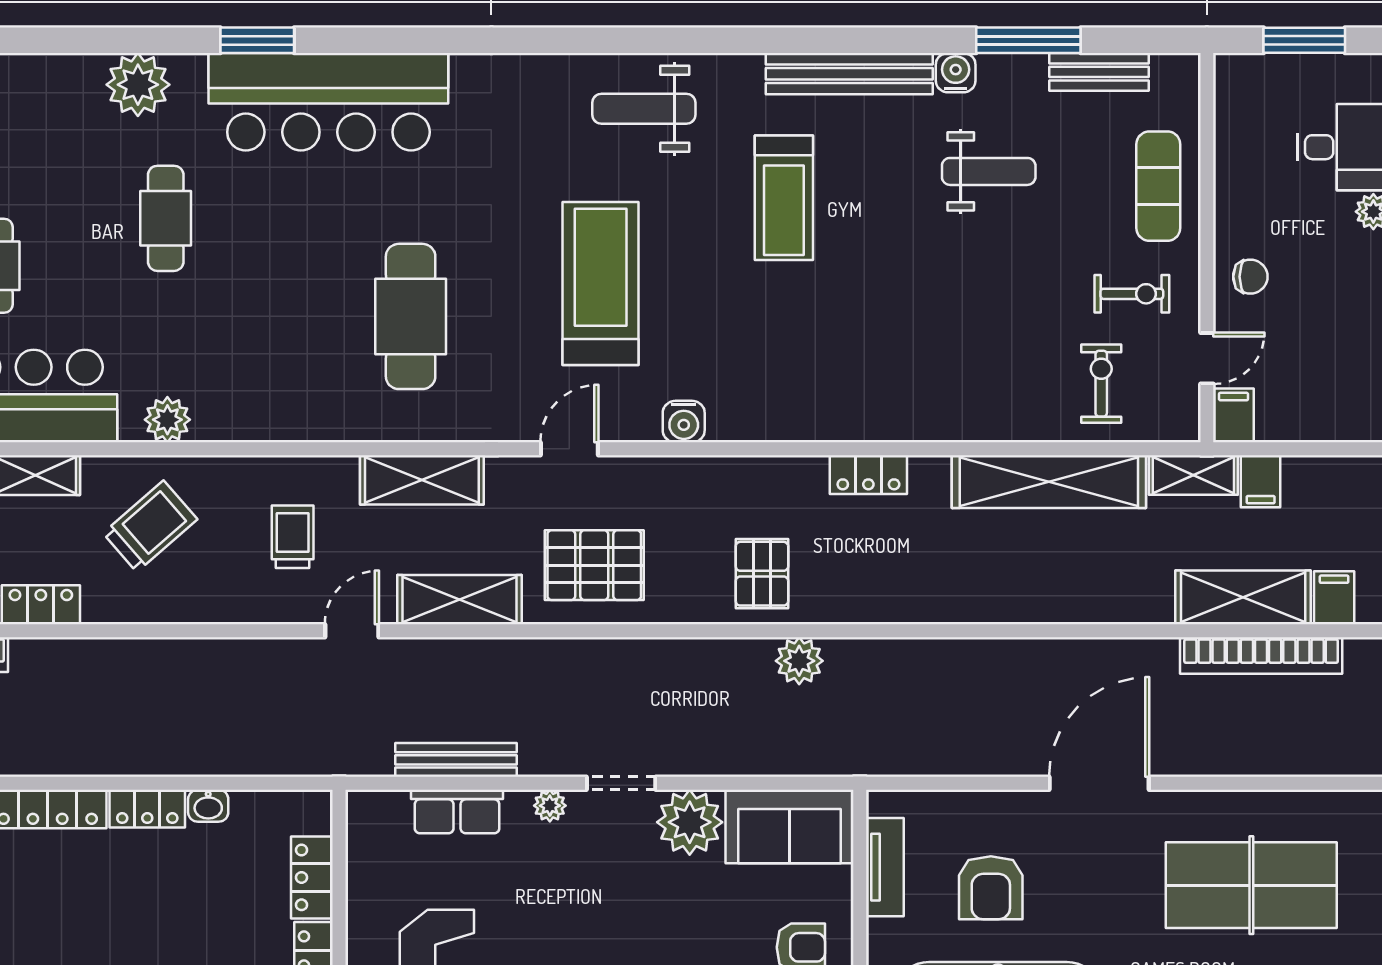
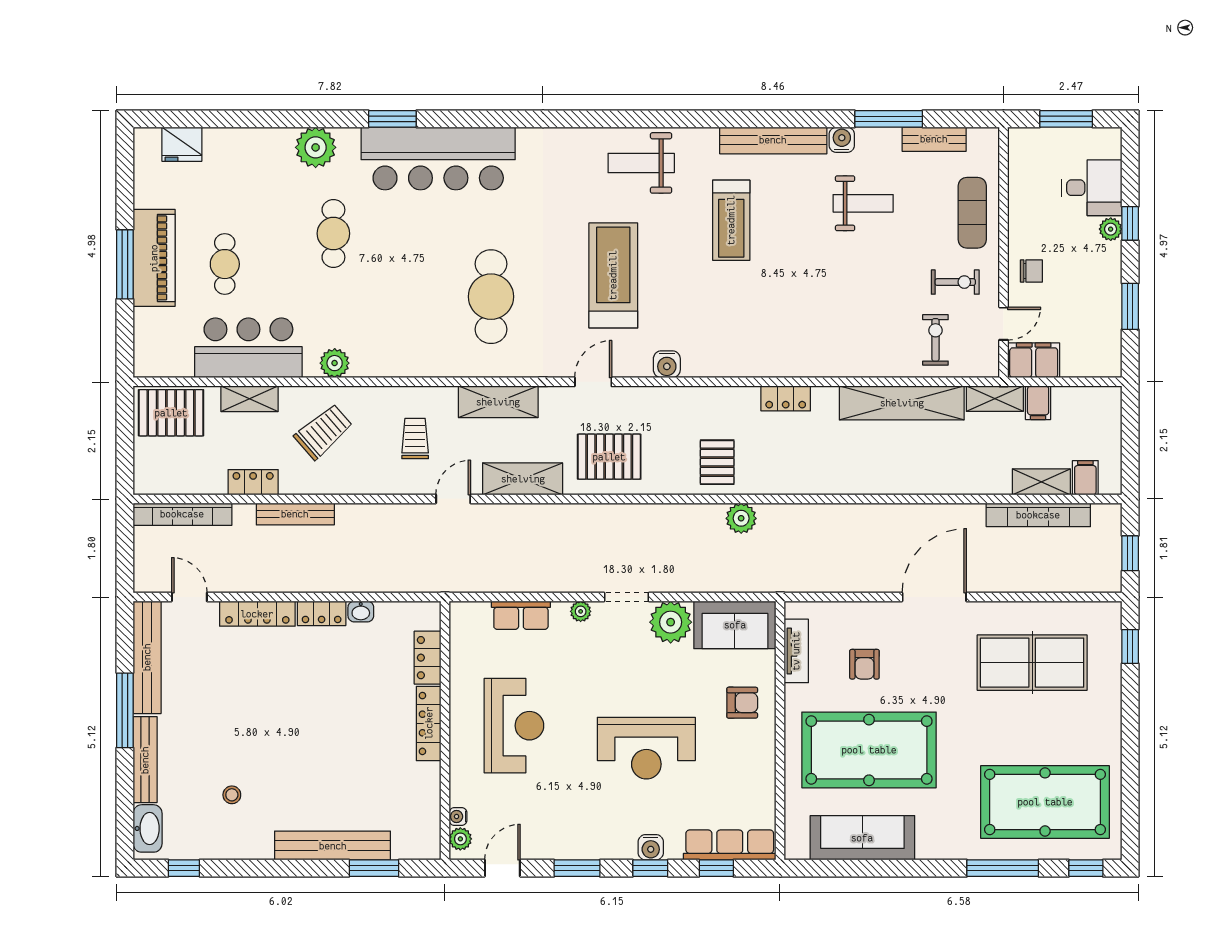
filing cabinet: (1233, 415) -> (1034, 360), width x2.00
shelving: (1243, 597) -> (1041, 482), width x0.67, depth x0.75
bench: (456, 760) -> (295, 514), moved
armchair: (991, 888) -> (864, 664), width x0.72, depth x0.72

